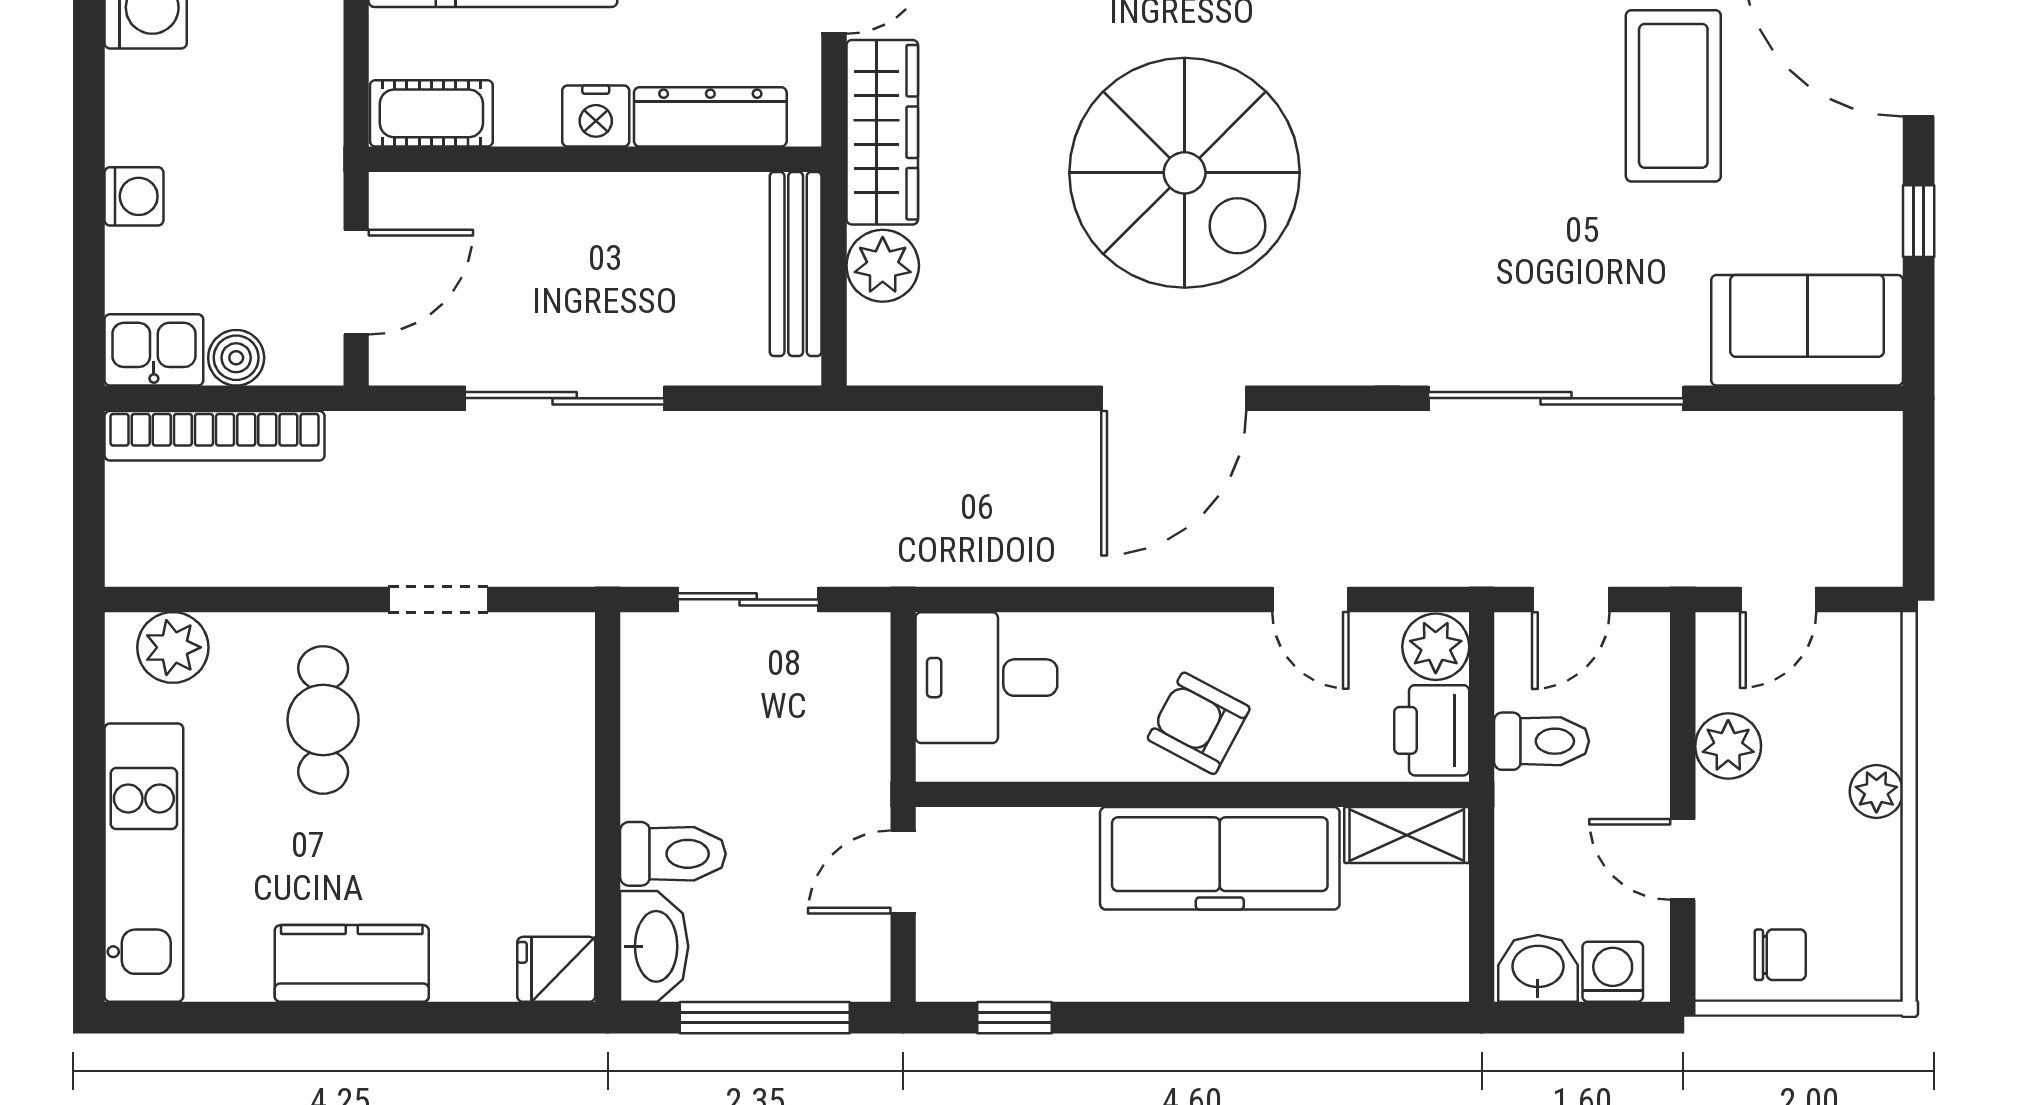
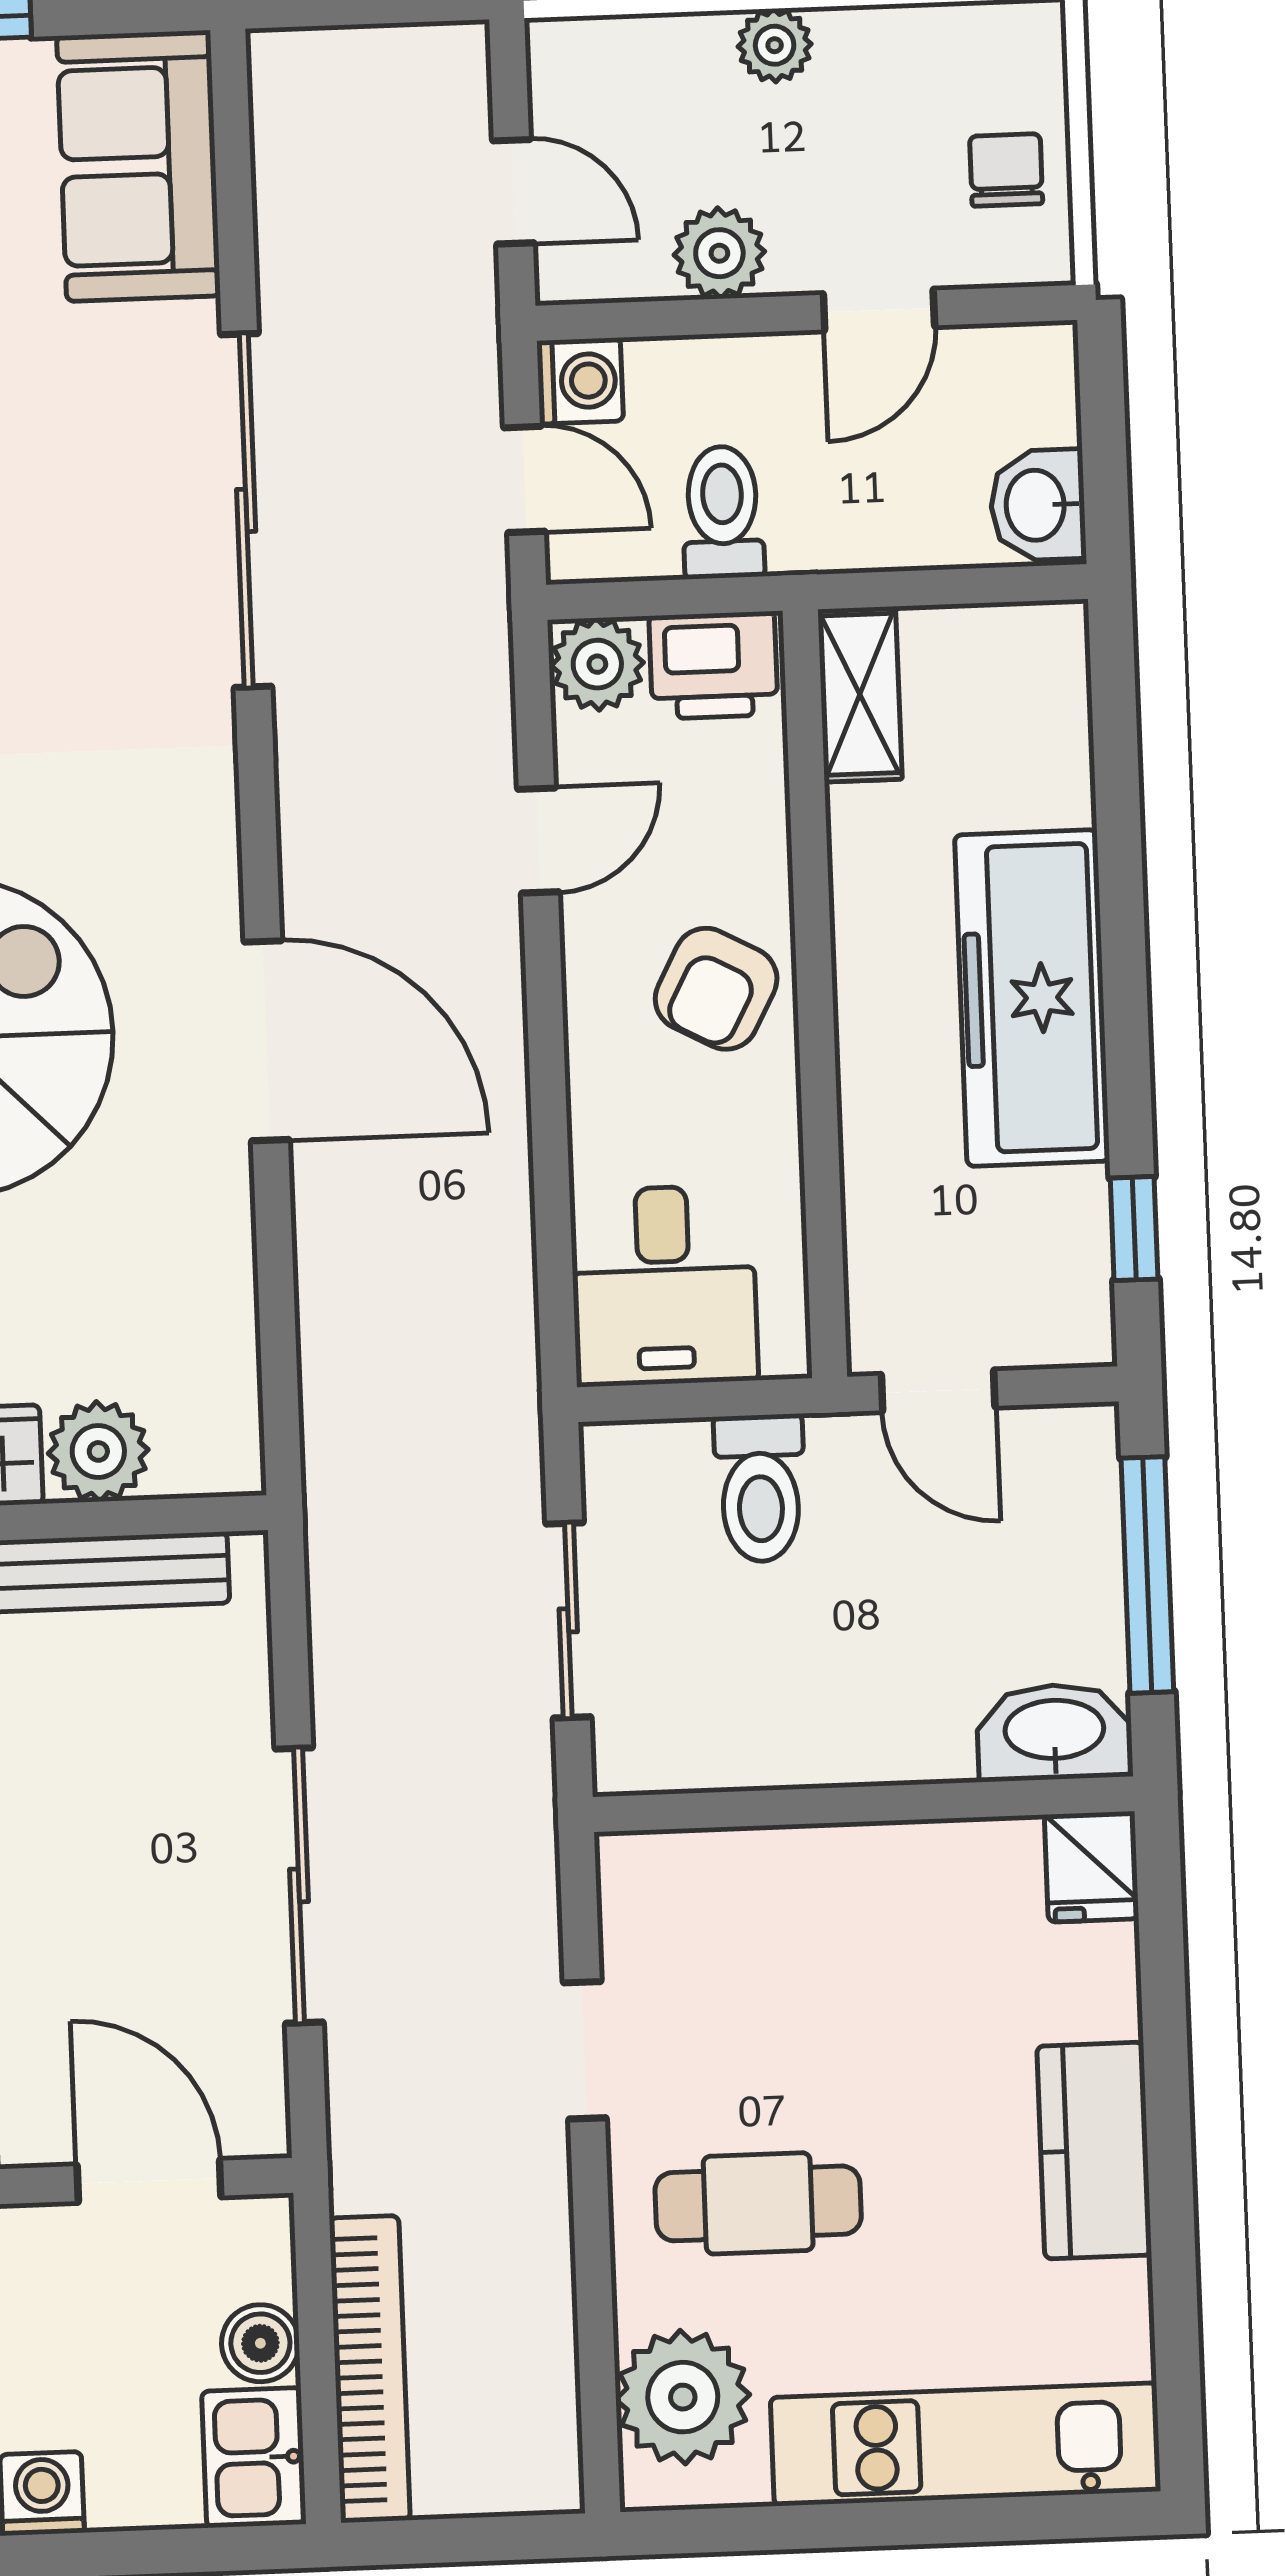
plant: (173, 647) -> (683, 2397), width x1.36, depth x1.36
toilet: (673, 854) -> (760, 1488), moved, turned 180
freezer: (1220, 858) -> (1032, 998), moved, turned 180
washing machine: (1613, 972) -> (580, 381), moved, turned 180

